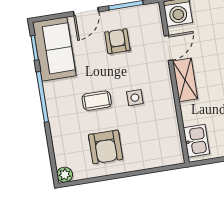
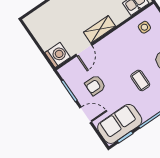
door: (169, 48) -> (84, 50), swing flipped
side table: (135, 98) -> (144, 27), moved

